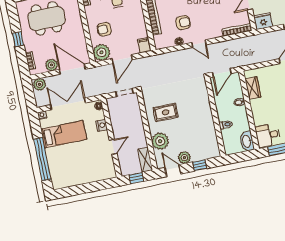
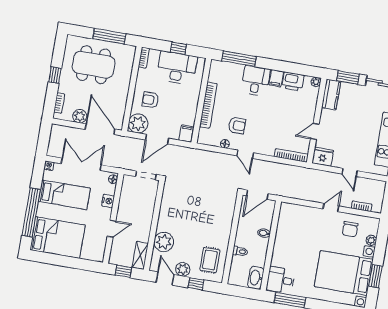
plant: (40, 84) -> (59, 132), removed
wardrobe: (253, 88) -> (284, 224), removed
rug: (166, 112) -> (210, 260), moved, turned 90
bed: (72, 171) -> (57, 238), added

